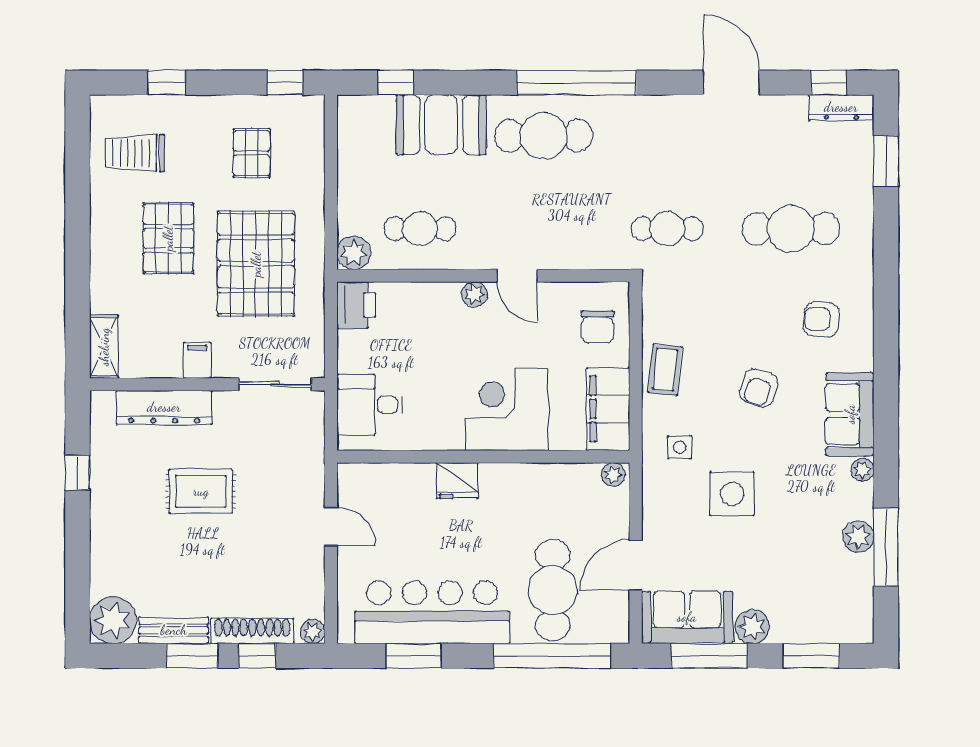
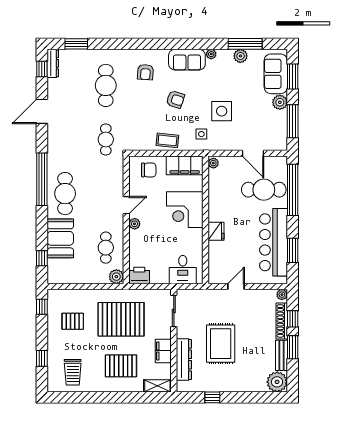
pallet: (168, 238) -> (121, 366), moved
filing cabinet: (197, 360) -> (163, 351), width x2.00
rug: (201, 491) -> (221, 344), width x1.36, depth x1.43
sofa: (687, 617) -> (276, 74), moved

